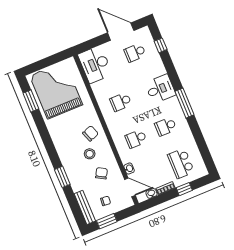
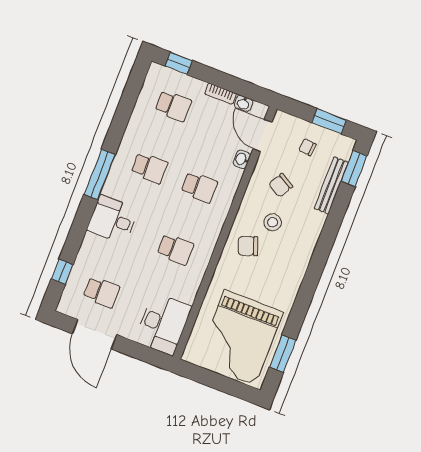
school desk: (181, 163) -> (173, 106), width x0.54
window: (62, 177) -> (354, 169), moved
window: (184, 189) -> (179, 63), moved
bench: (85, 207) -> (331, 185), moved

